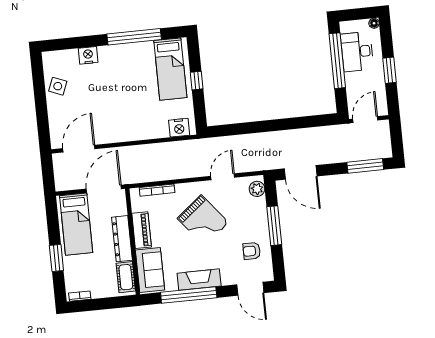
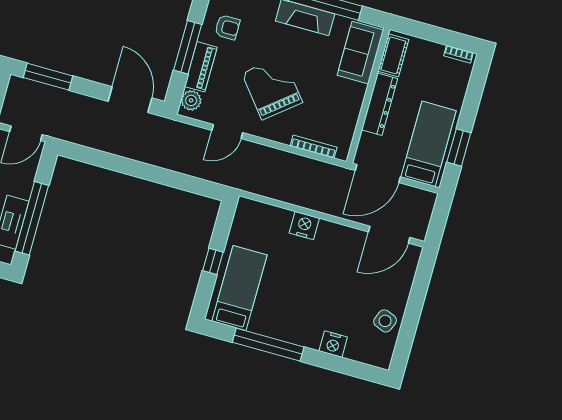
nightstand: (179, 128) -> (304, 226), moved
piano: (142, 230) -> (201, 67), moved, turned 180
window: (56, 258) -> (459, 148), moved

